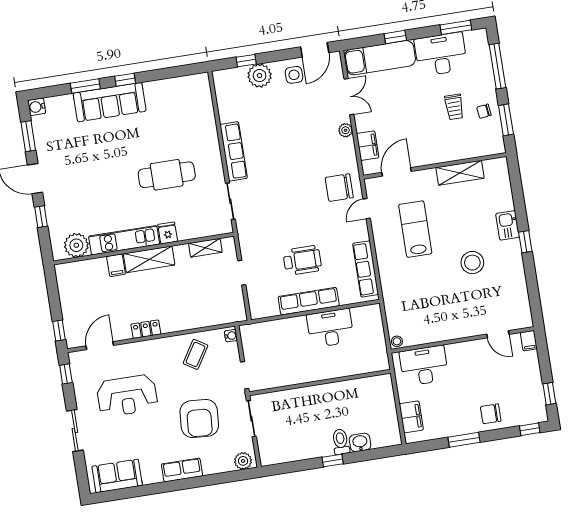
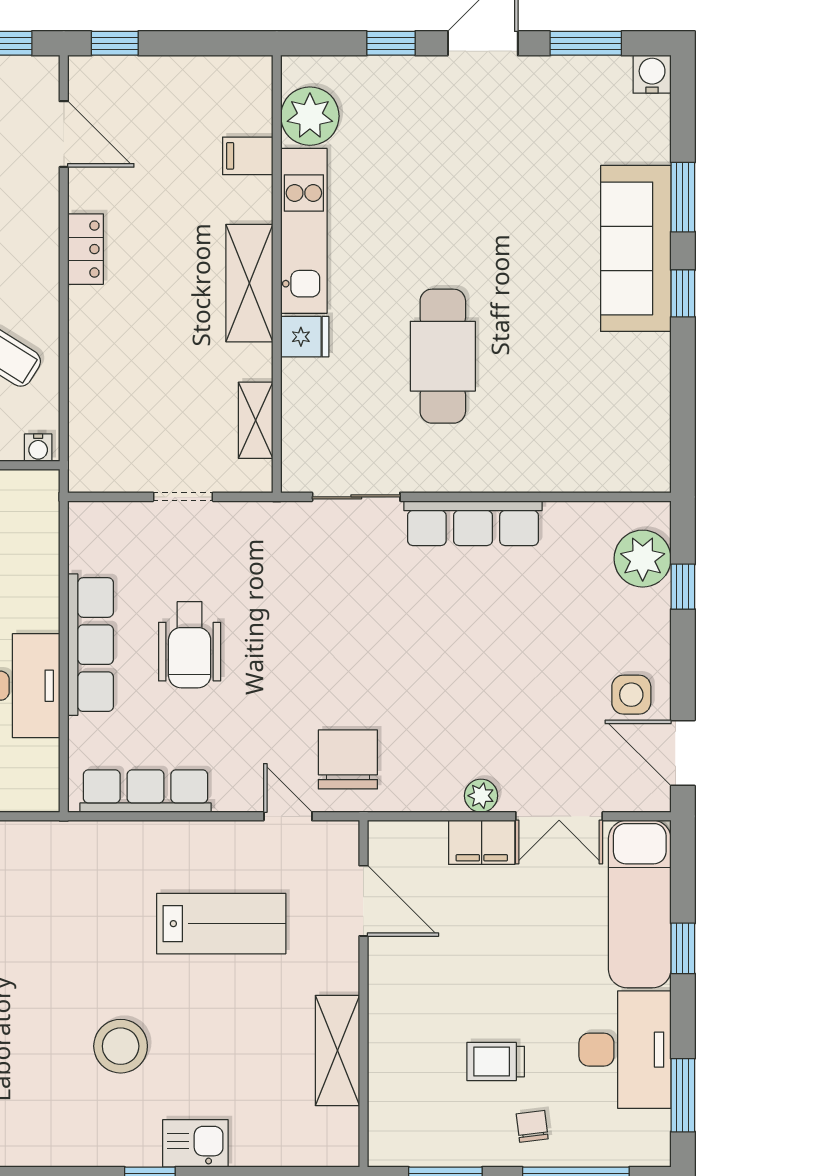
plant: (260, 76) -> (643, 559), moved
chair: (484, 111) -> (532, 1126), moved
filing cabinet: (368, 146) -> (482, 842), moved
filing cabinet: (116, 265) -> (248, 156), moved

